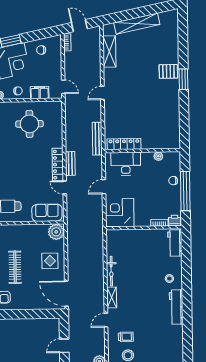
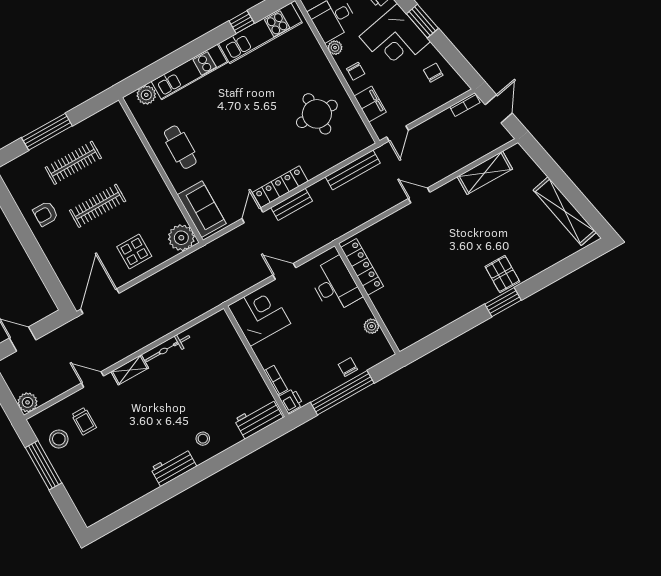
shelving: (137, 24) -> (565, 211), moved
bench: (97, 139) -> (353, 170), moved
workbench: (176, 307) -> (174, 467), width x0.73

